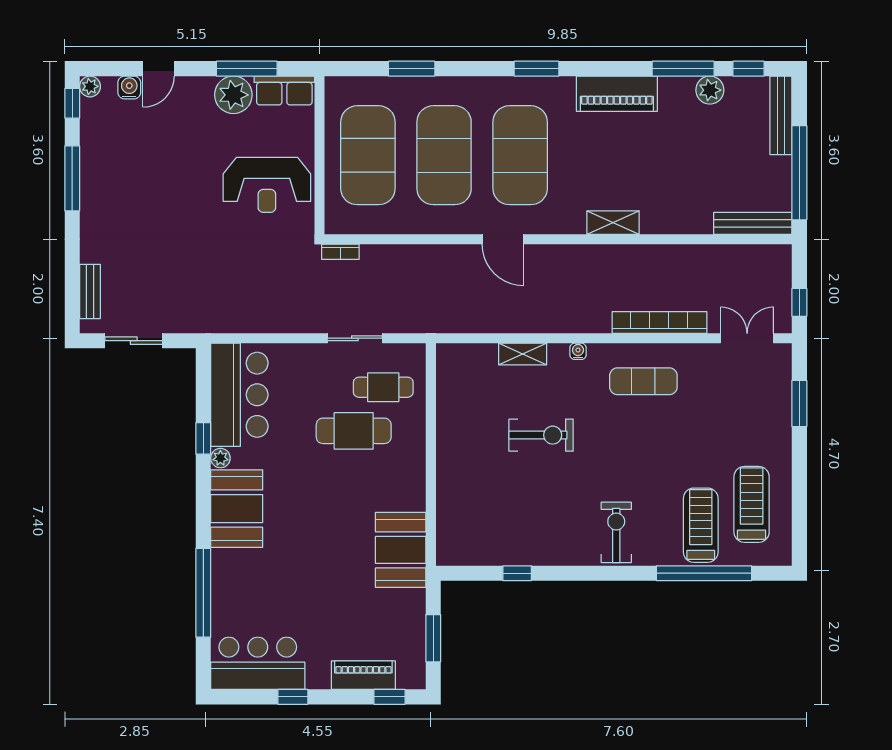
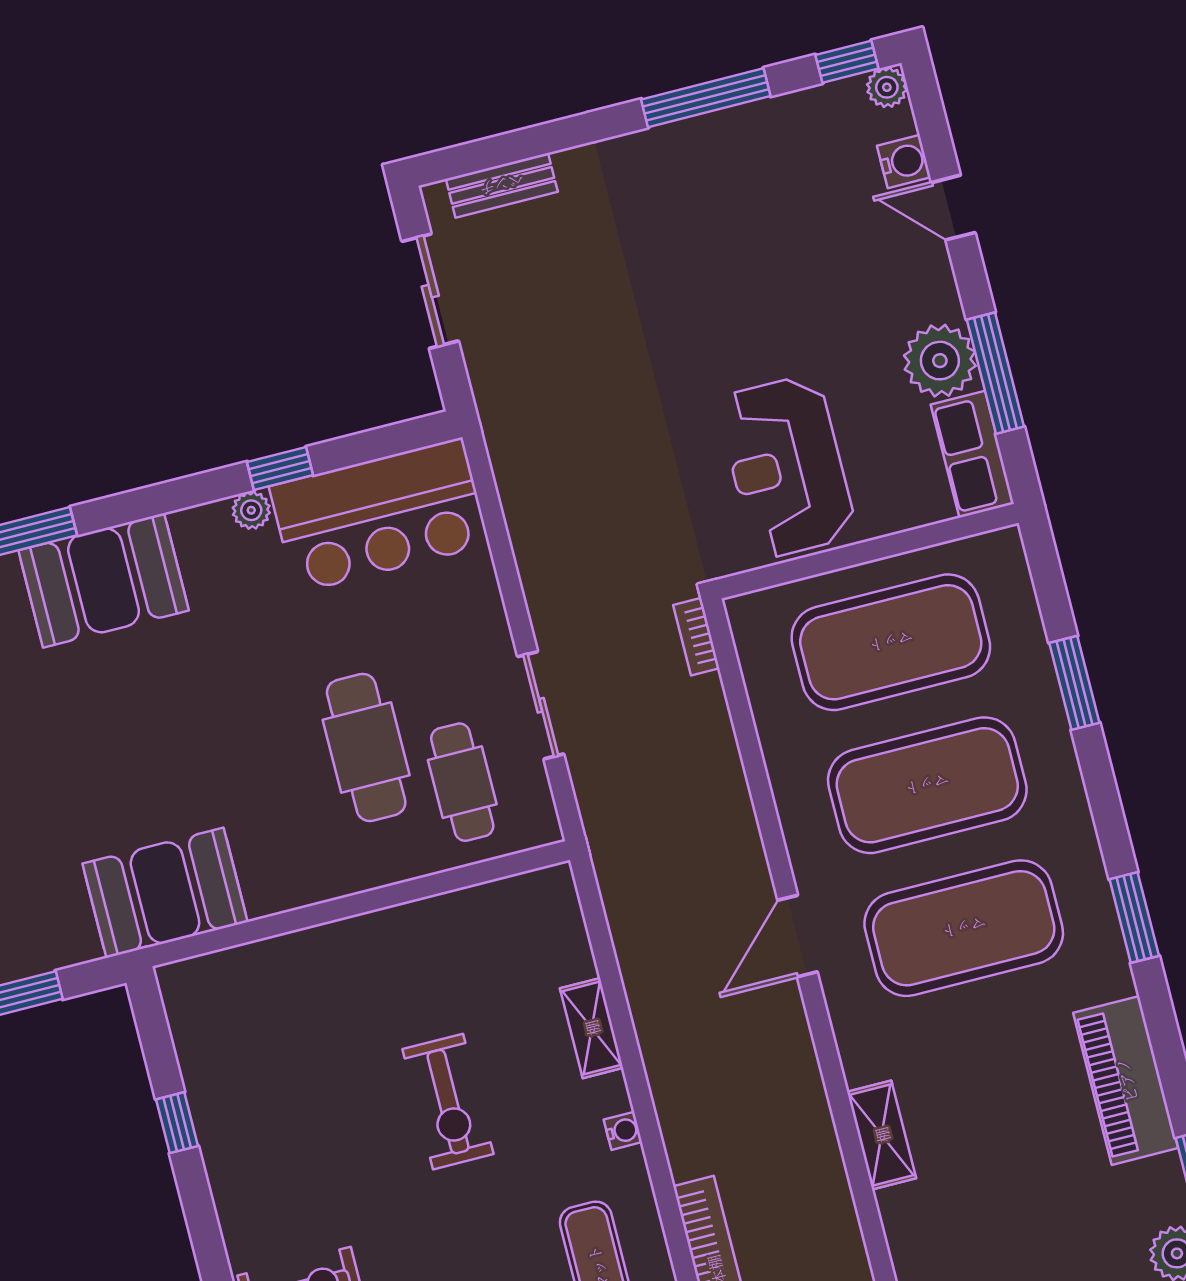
booth: (237, 509) -> (104, 580), moved

